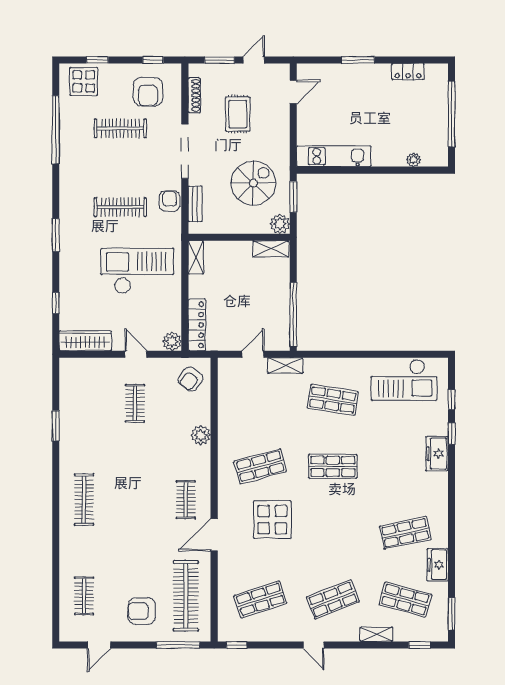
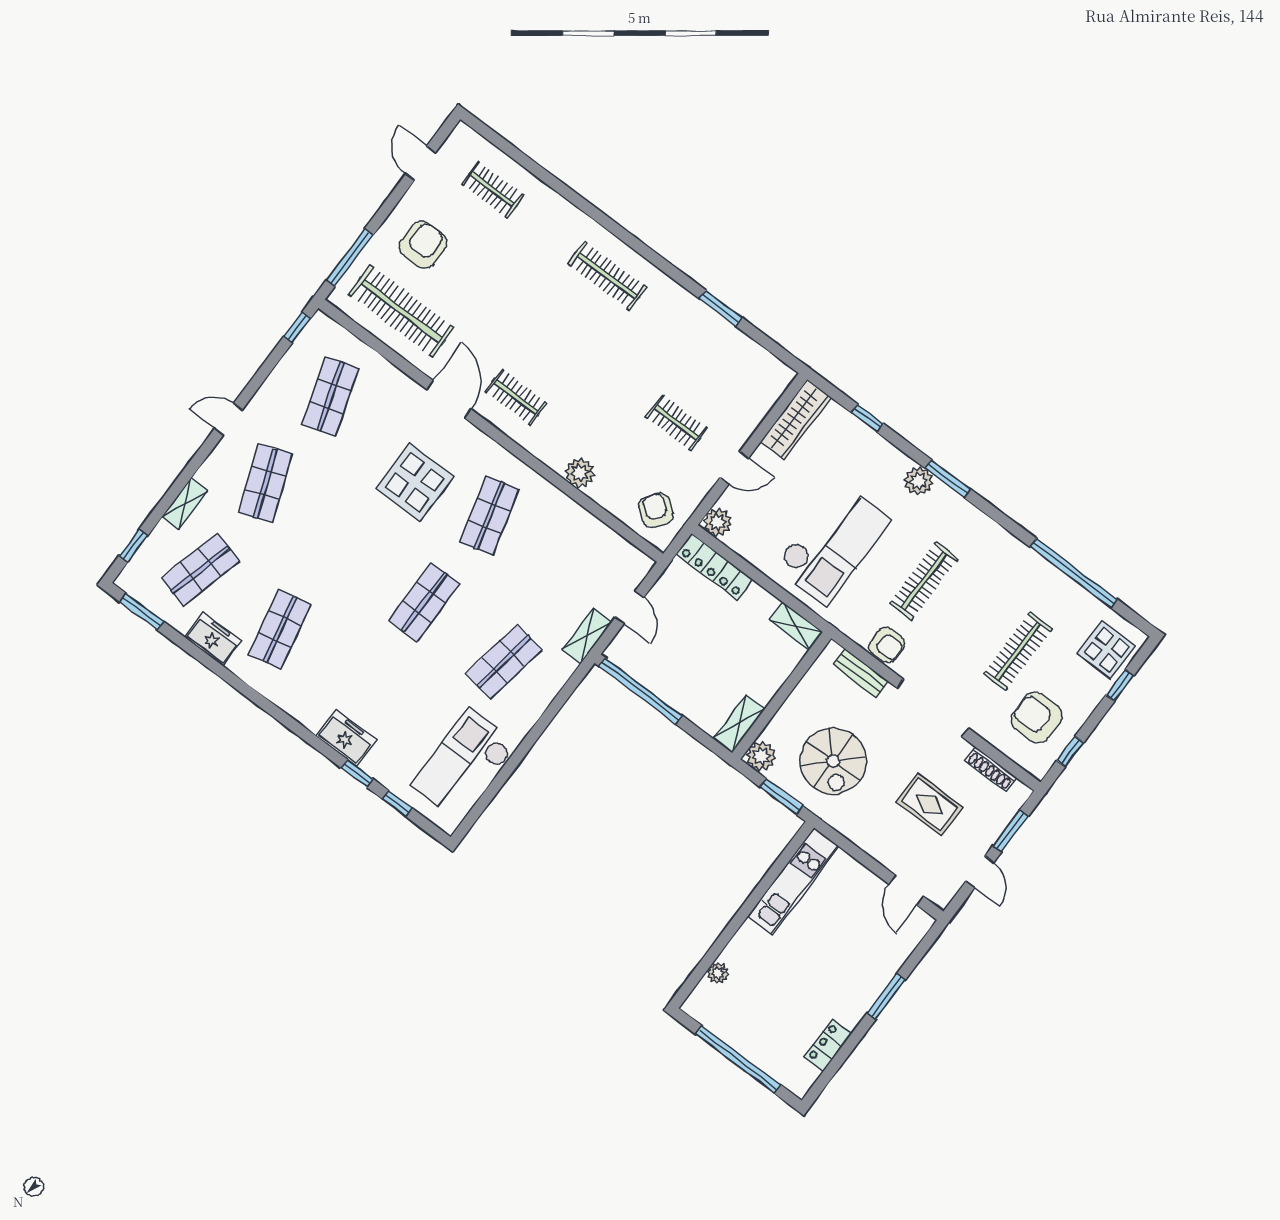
plant: (69, 250) -> (918, 481), added

